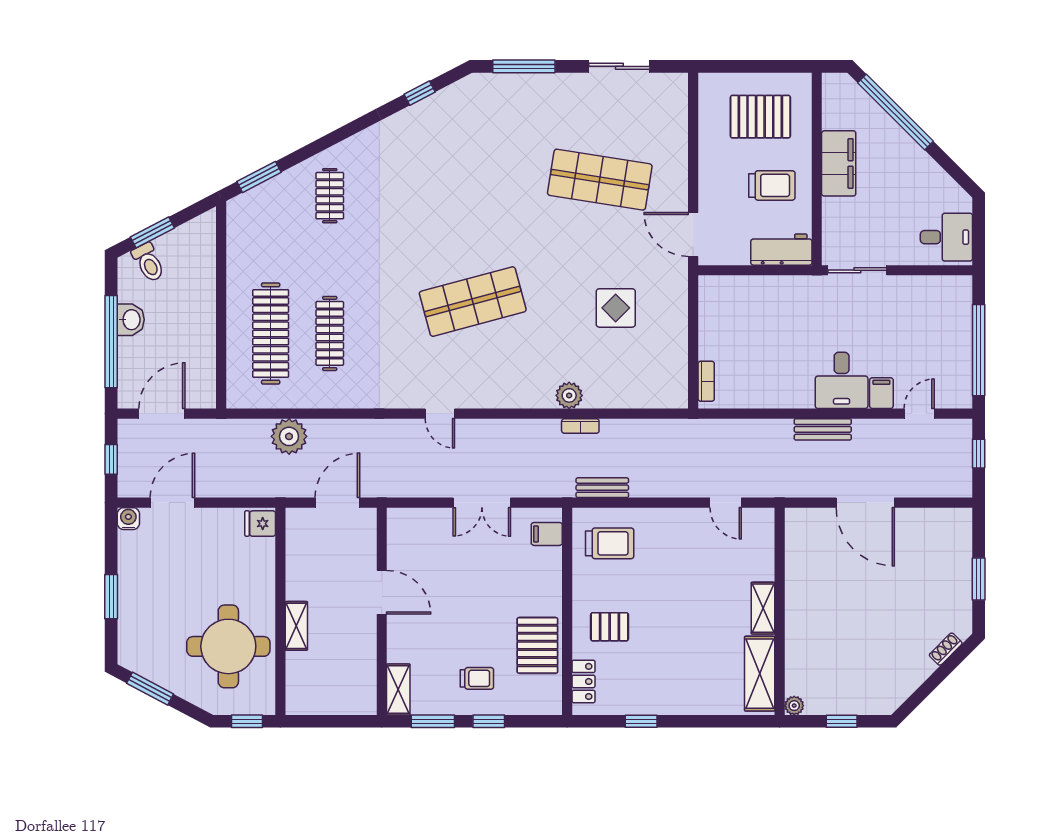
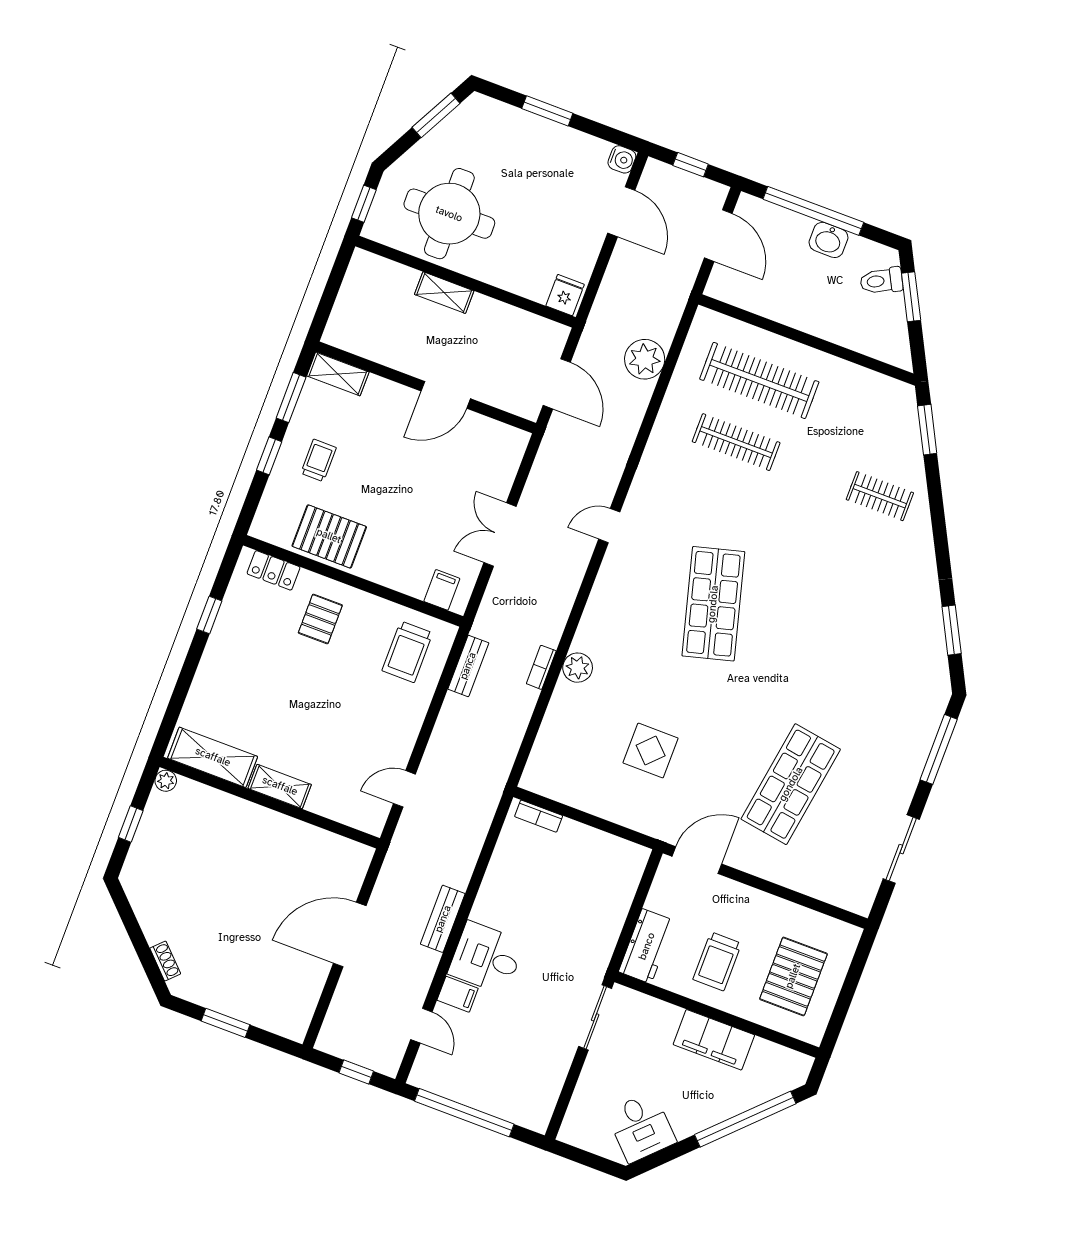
window: (420, 93) -> (952, 630), width x1.50
desk: (946, 237) -> (641, 1127), moved, turned -45
trolley: (477, 678) -> (319, 460), turned 180

